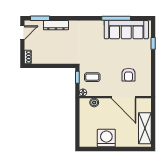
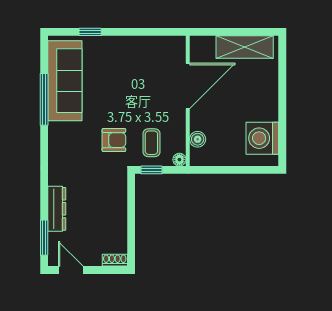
armchair: (129, 75) -> (114, 140), moved
washing machine: (106, 138) -> (262, 138), moved

